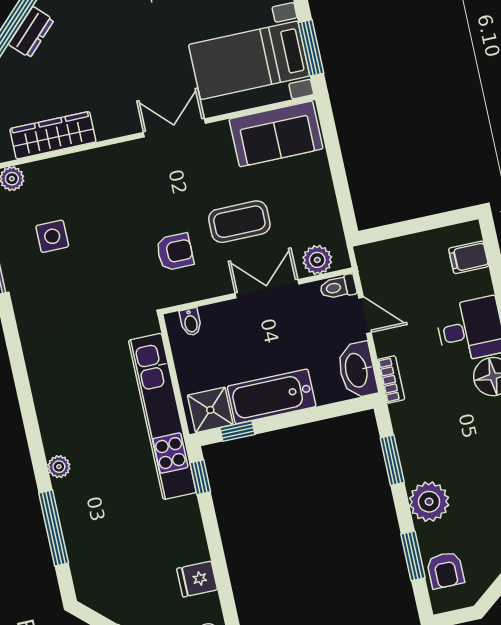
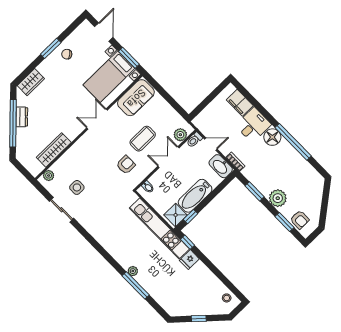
filing cabinet: (469, 257) -> (240, 103), width x2.00
window: (54, 528) -> (136, 285), moved
fridge: (197, 579) -> (189, 260), moved

